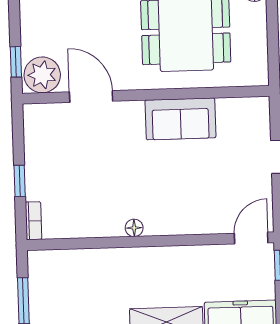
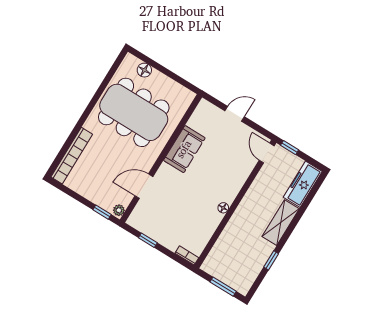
plant: (42, 75) -> (119, 210), width x0.53, depth x0.53
window: (20, 181) -> (148, 240), moved

